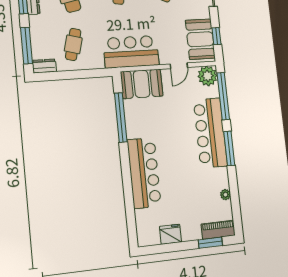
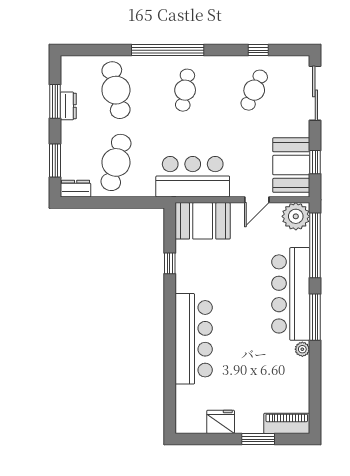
cafe table: (73, 44) -> (116, 162), width x1.37, depth x1.35
window: (27, 46) -> (55, 161), width x0.69
window: (121, 117) -> (170, 263), width x0.32
plant: (225, 195) -> (302, 349), moved
window: (210, 243) -> (258, 439), moved

